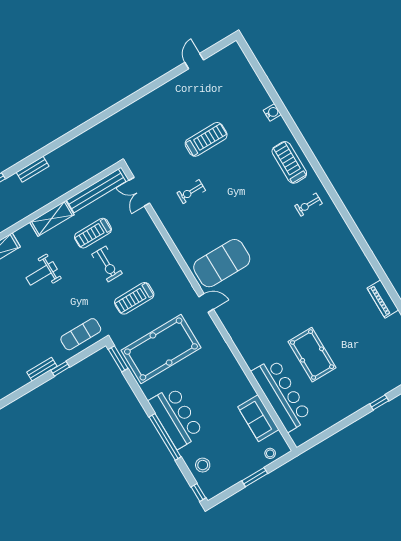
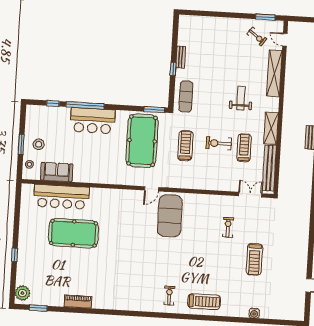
water cooler: (272, 112) -> (254, 313), moved
pool table: (312, 355) -> (74, 233), width x1.36, depth x1.32
stool: (203, 465) -> (39, 144), moved
window: (198, 492) -> (53, 103), moved

